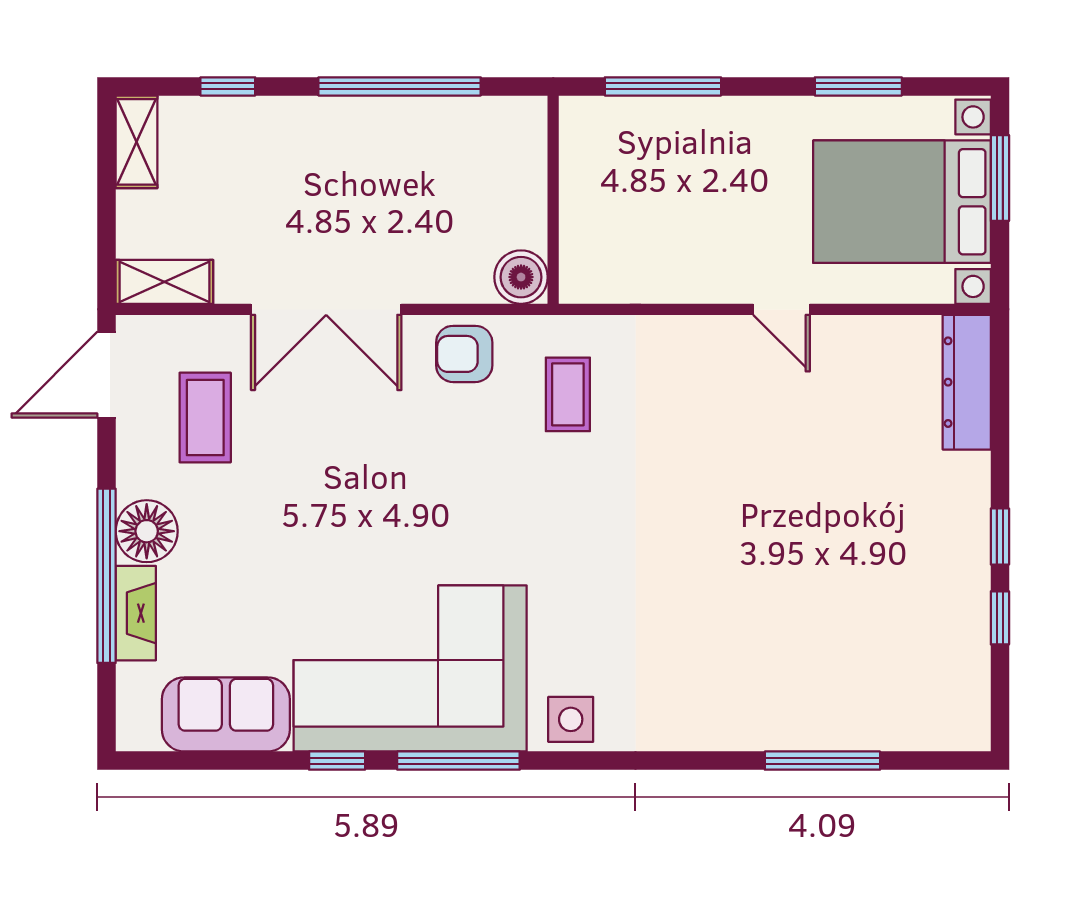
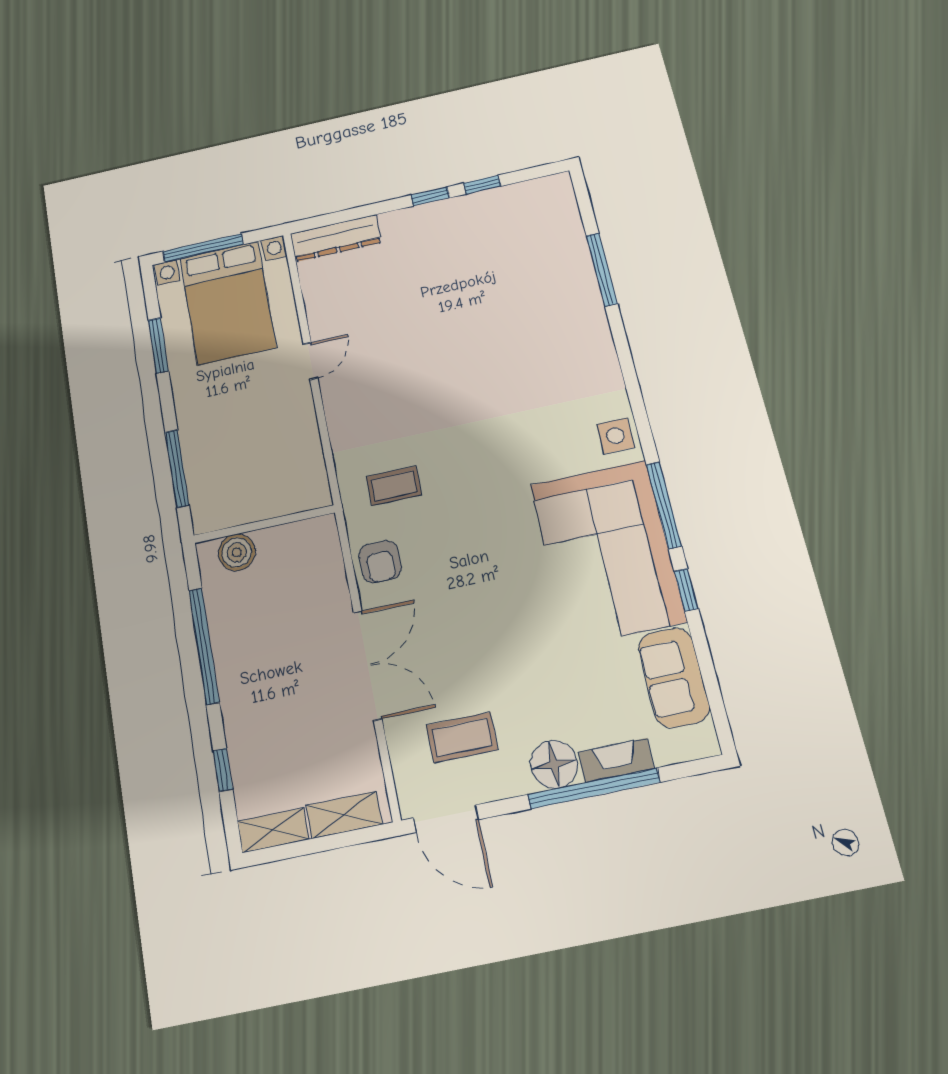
window: (1000, 178) -> (203, 248), width x1.44
boiler: (521, 277) -> (237, 552), moved
shelving: (164, 282) -> (344, 815), moved, turned 90

